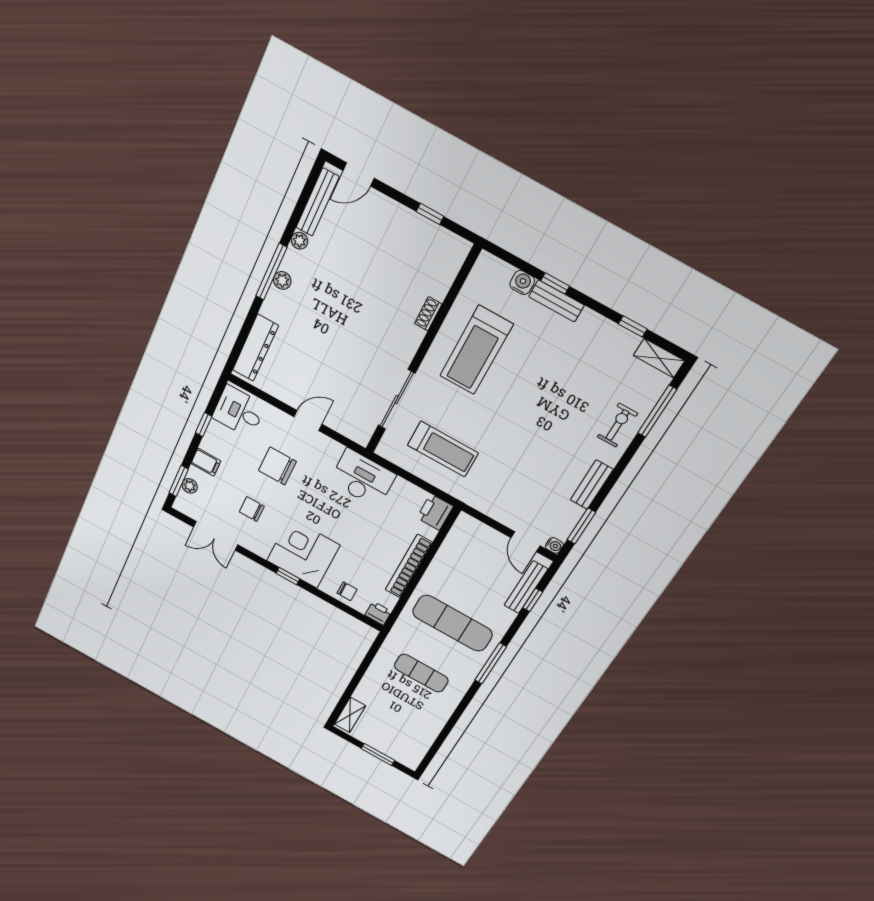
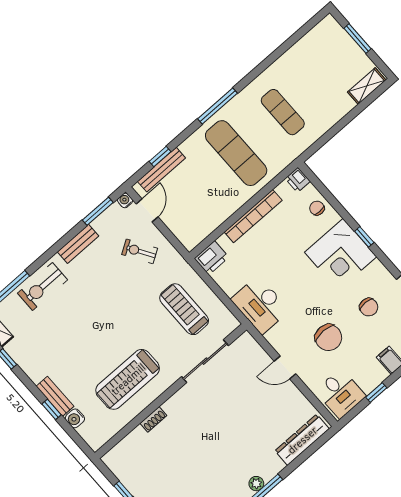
treadmill: (476, 350) -> (128, 379), turned 180
exercise bike: (617, 425) -> (43, 286), width x1.38, depth x1.39
exercise bike: (517, 496) -> (140, 251), added

